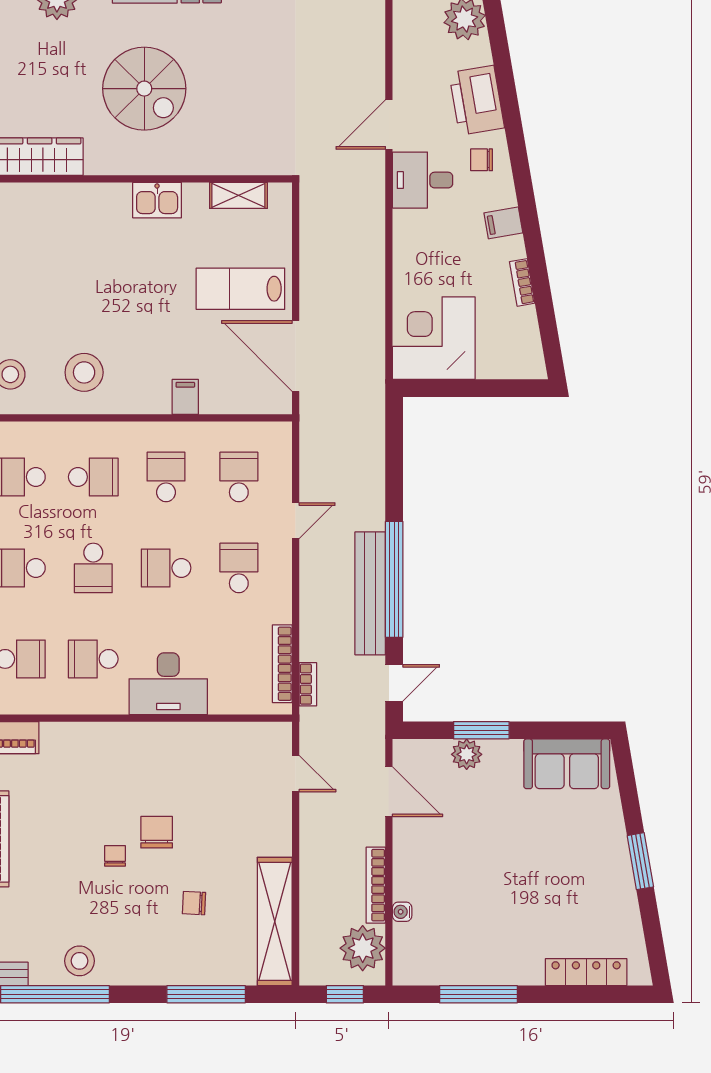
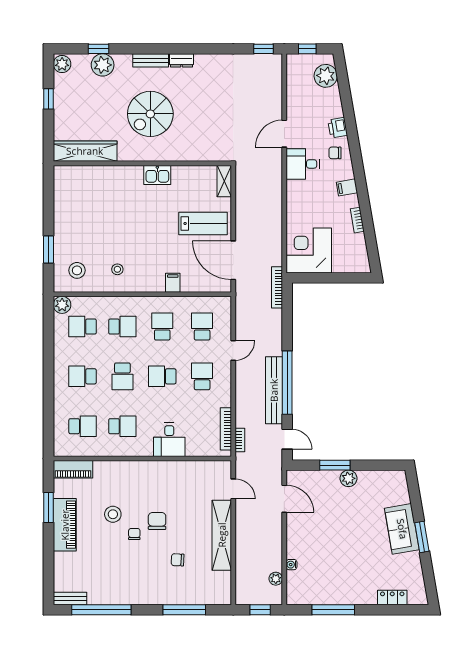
spiral stairs: (144, 89) -> (150, 114), turned 90
printer: (477, 100) -> (338, 128), width x0.53, depth x0.68
shelving: (238, 195) -> (224, 181), moved, turned 90
lab bench: (240, 289) -> (203, 223), turned 180
stool: (84, 372) -> (117, 269), width x0.53, depth x0.53
school desk: (93, 659) -> (122, 426), turned 180
door: (394, 683) -> (287, 439), hinge flipped
desk: (168, 684) -> (169, 440), width x0.73
plant: (467, 754) -> (348, 478), moved
sofa: (567, 764) -> (402, 529), moved, turned 80
bookcase: (376, 885) -> (277, 287), moved
shelving: (275, 921) -> (222, 535), moved
plant: (363, 948) -> (276, 579), width x0.53, depth x0.53
stool: (80, 961) -> (113, 514), moved
locker: (586, 972) -> (392, 598), width x0.66

